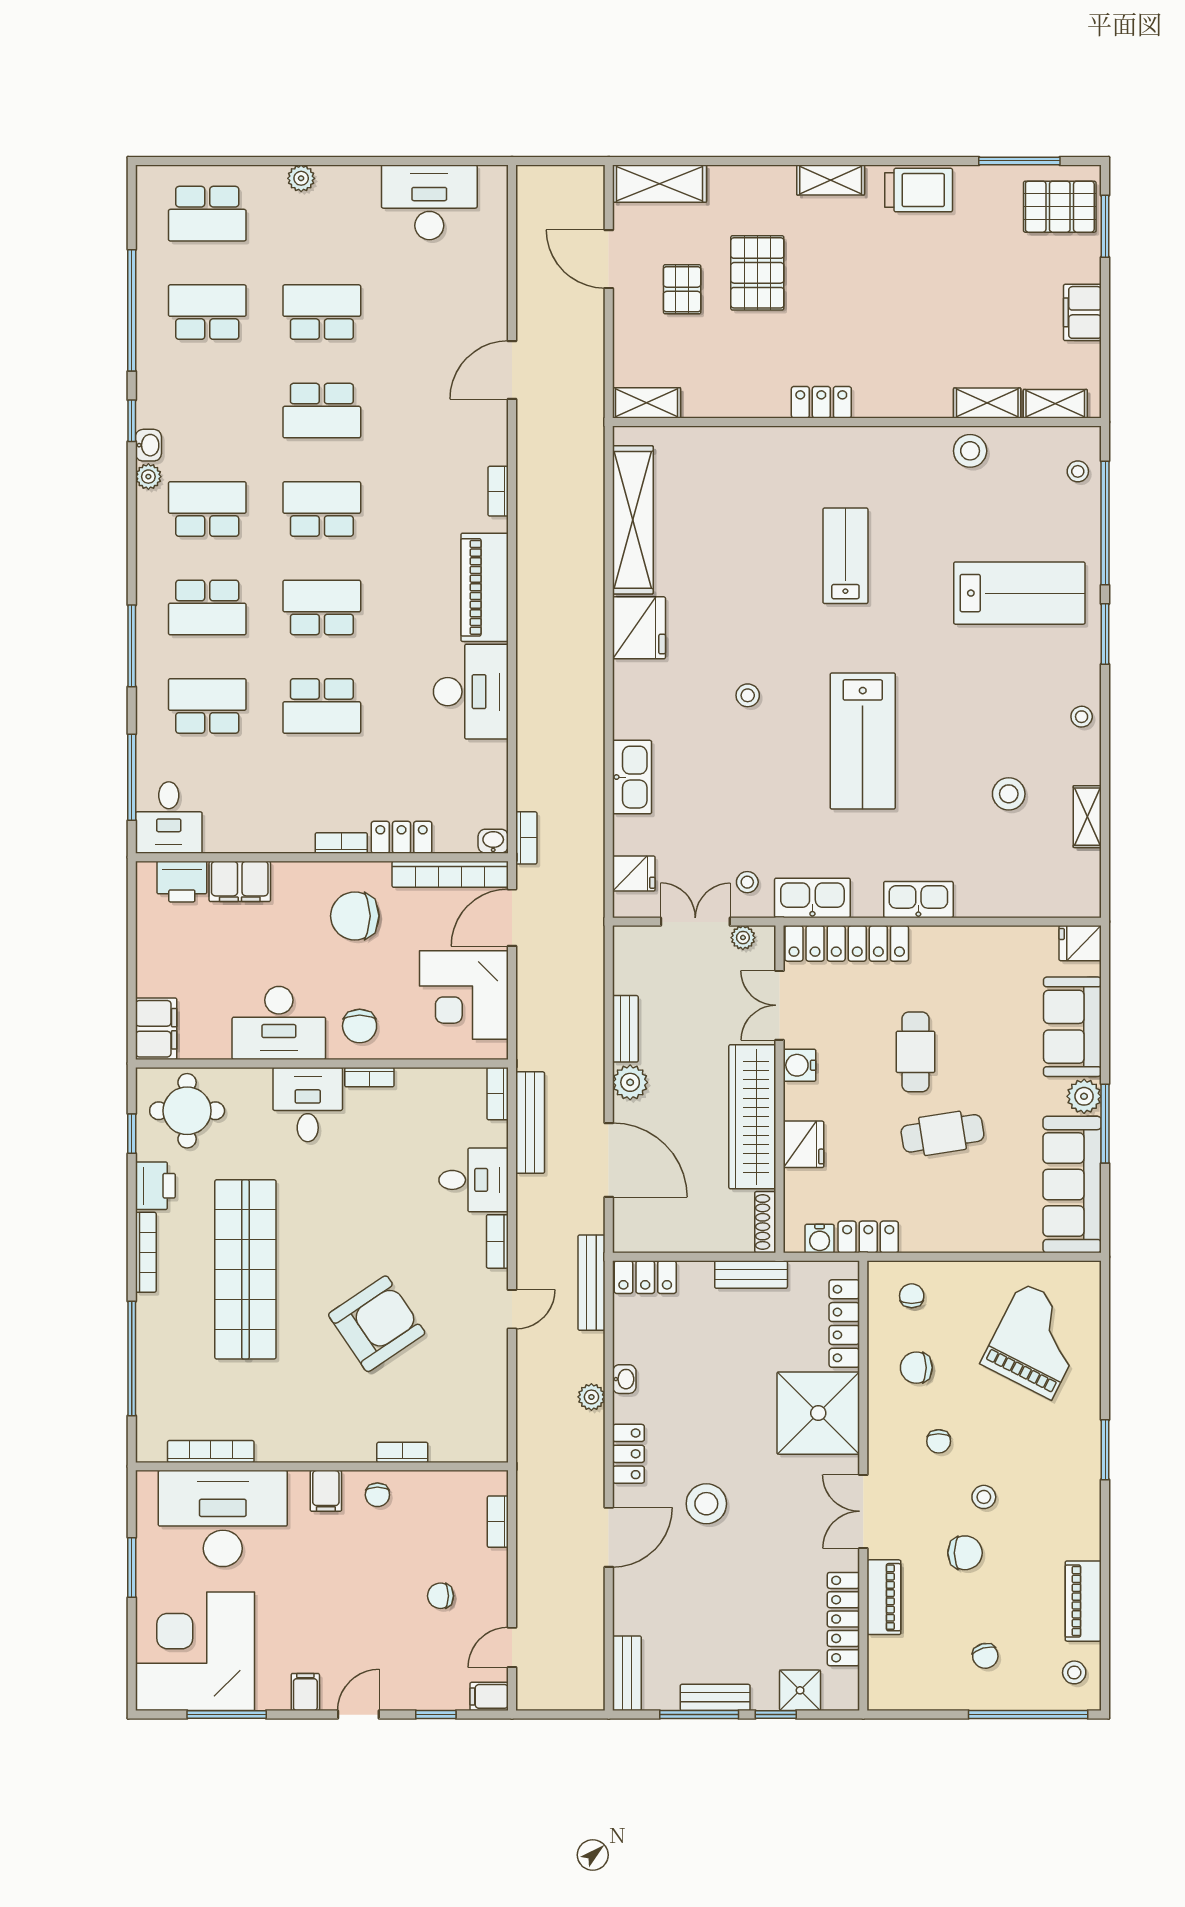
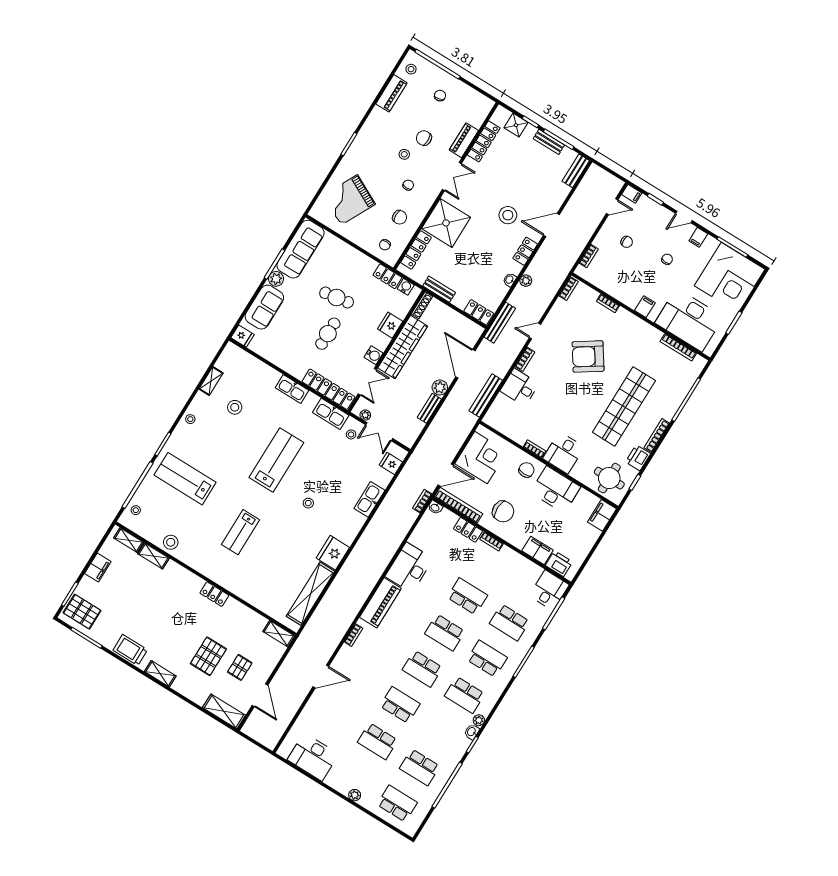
bookcase: (498, 1094) -> (569, 289), moved
chair: (377, 1495) -> (667, 259), moved

